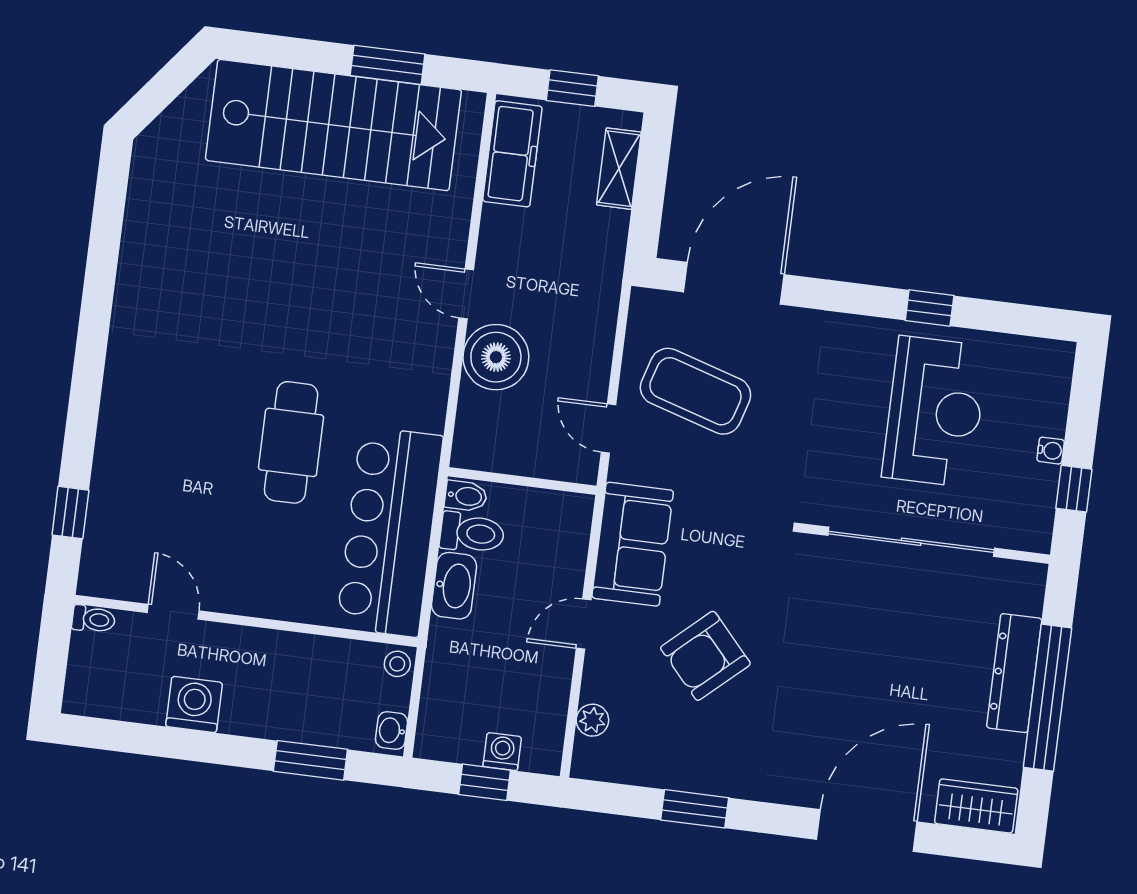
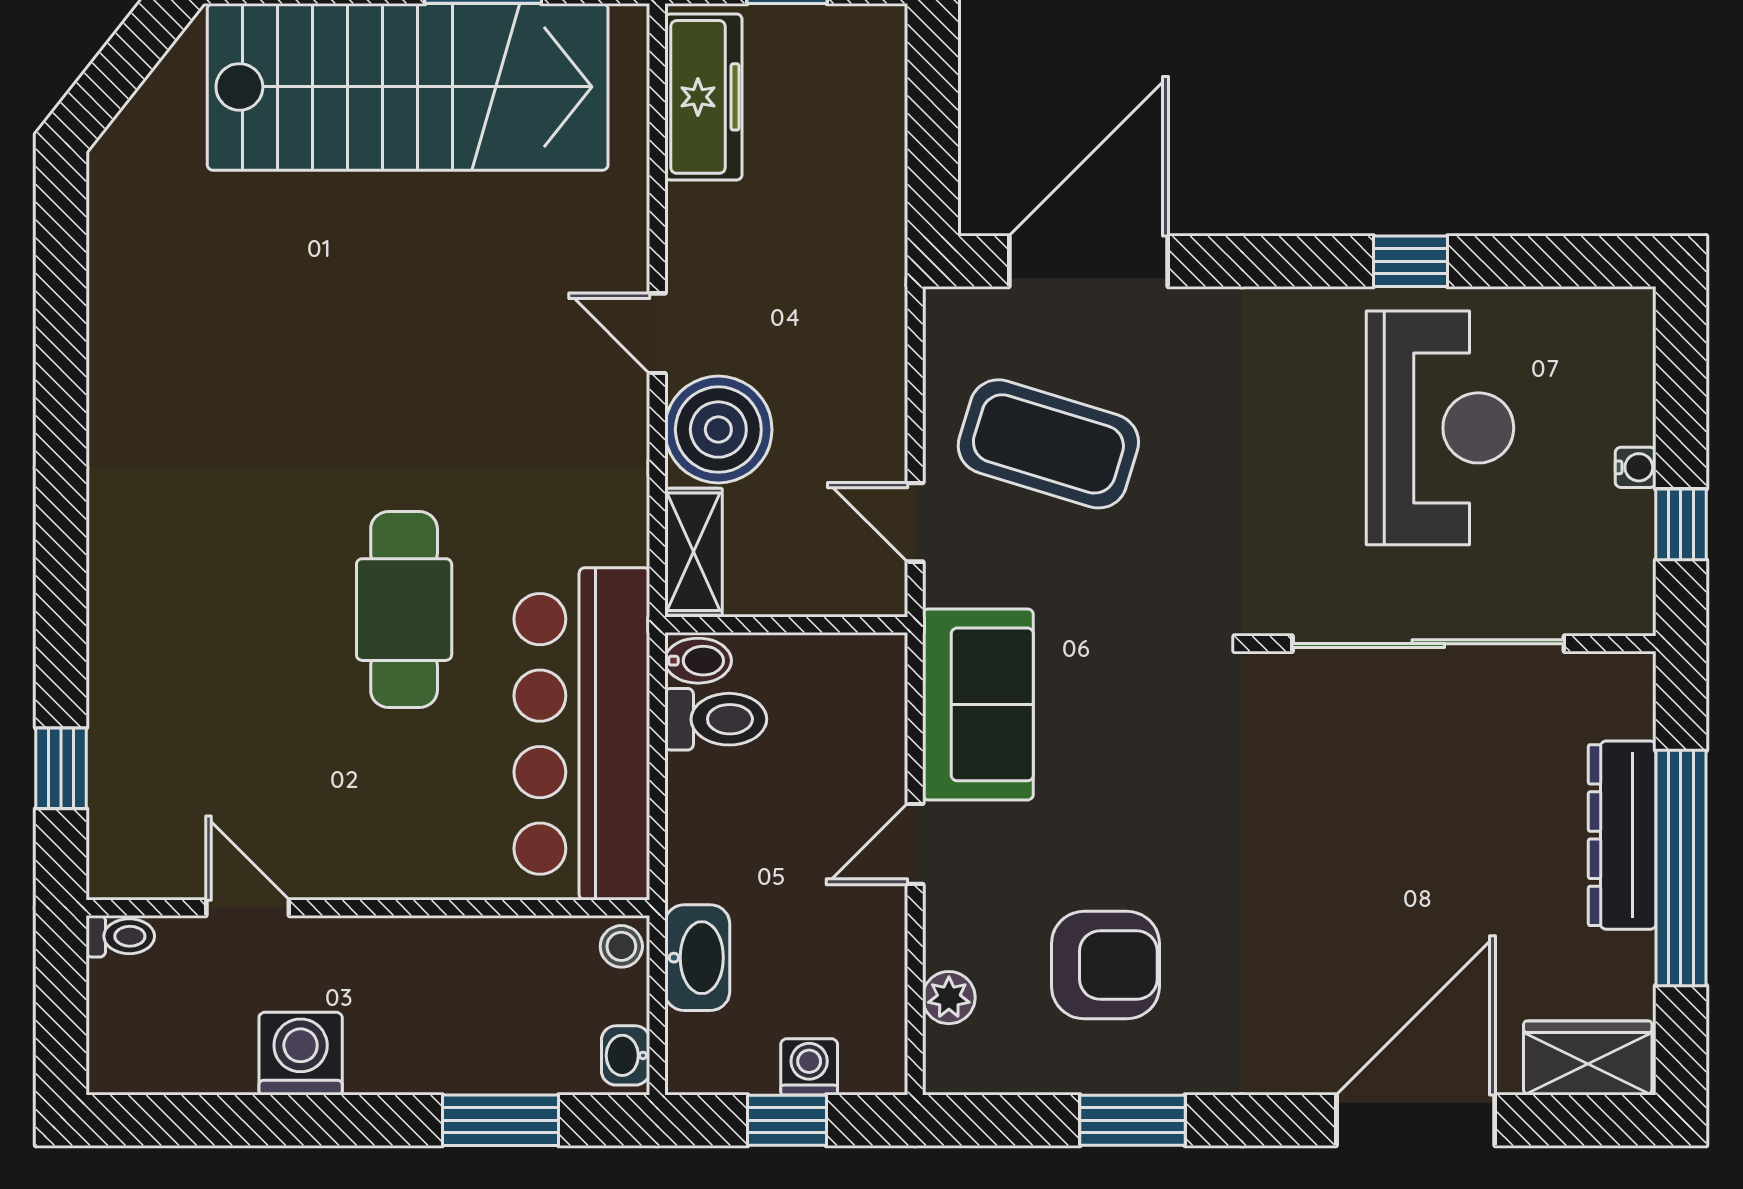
shelving: (619, 169) -> (693, 552), moved
washbasin: (454, 586) -> (697, 958), moved
armchair: (705, 656) -> (1105, 965), moved, turned -138

